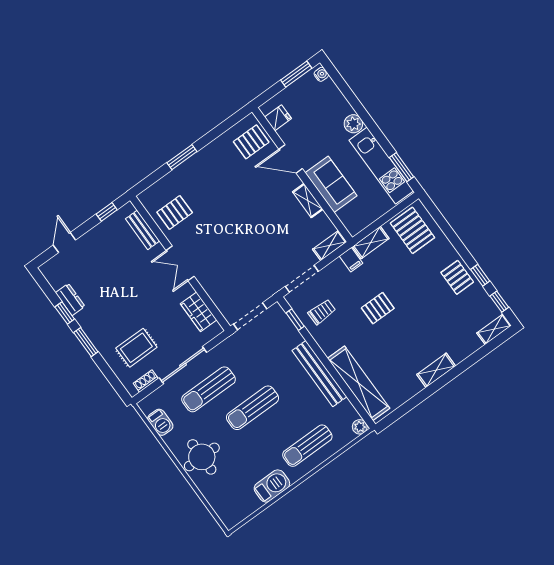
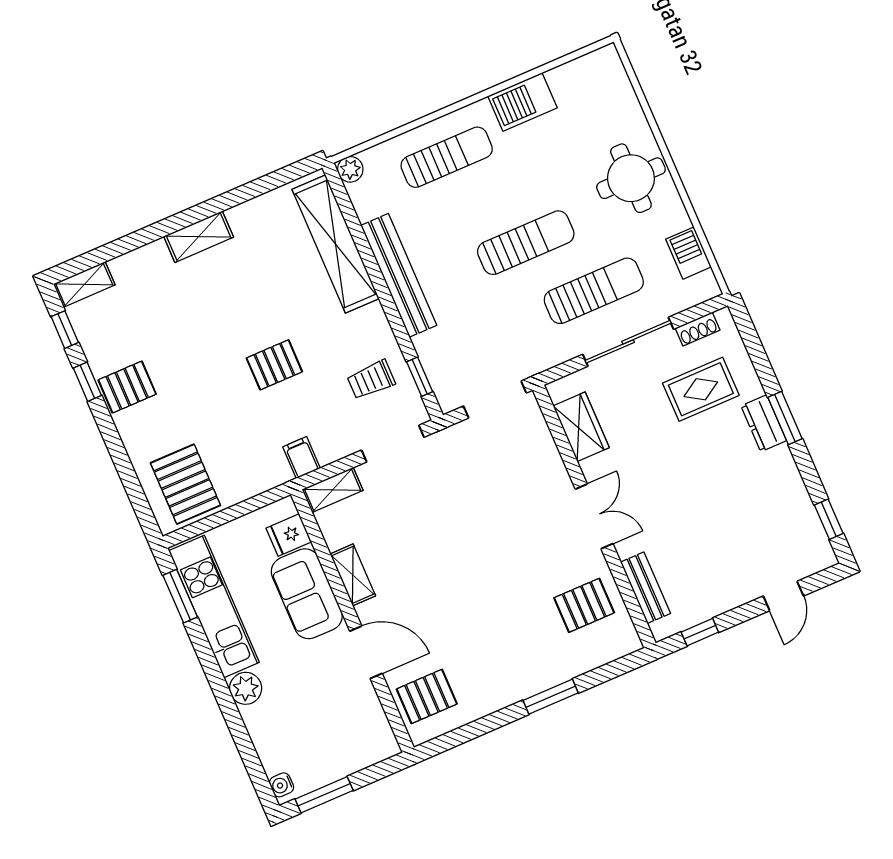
fridge: (278, 118) -> (289, 535), moved
shelving: (371, 243) -> (261, 479), removed
pallet: (457, 277) -> (127, 387), turned 90
dresser: (70, 300) -> (764, 423), moved
window: (65, 313) -> (829, 519), moved

